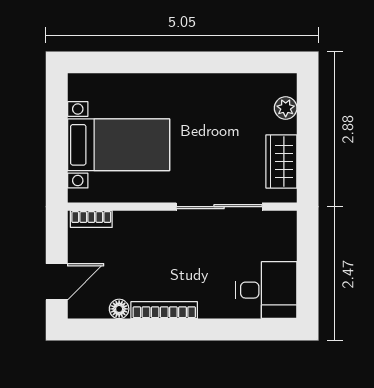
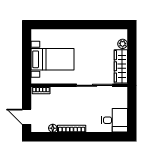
wardrobe: (281, 161) -> (121, 66), width x1.50
door: (57, 282) -> (27, 117), swing flipped

